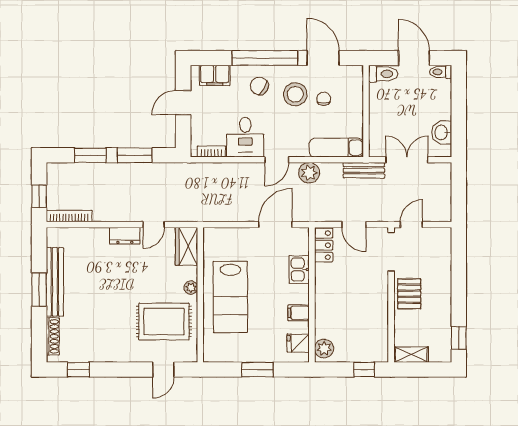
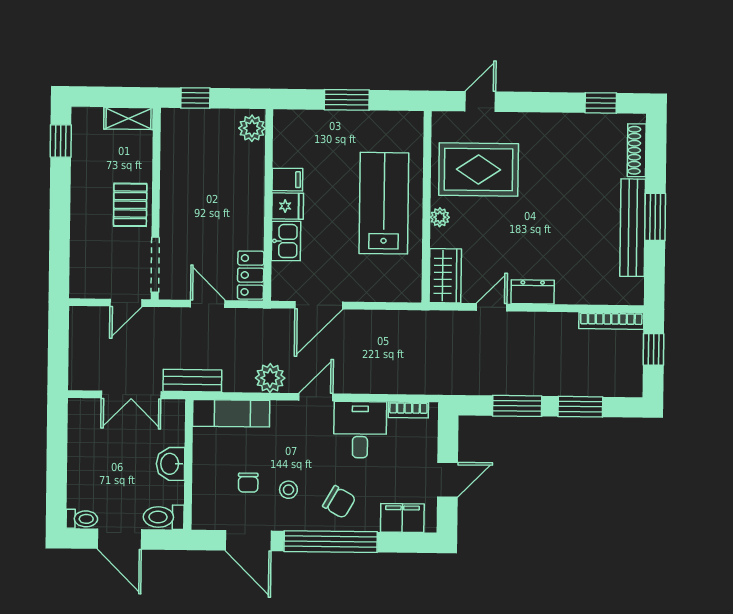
stool: (295, 94) -> (288, 490), width x0.53, depth x0.53
washbasin: (442, 133) -> (171, 464), moved, turned 180
fridge: (298, 343) -> (288, 206), moved

